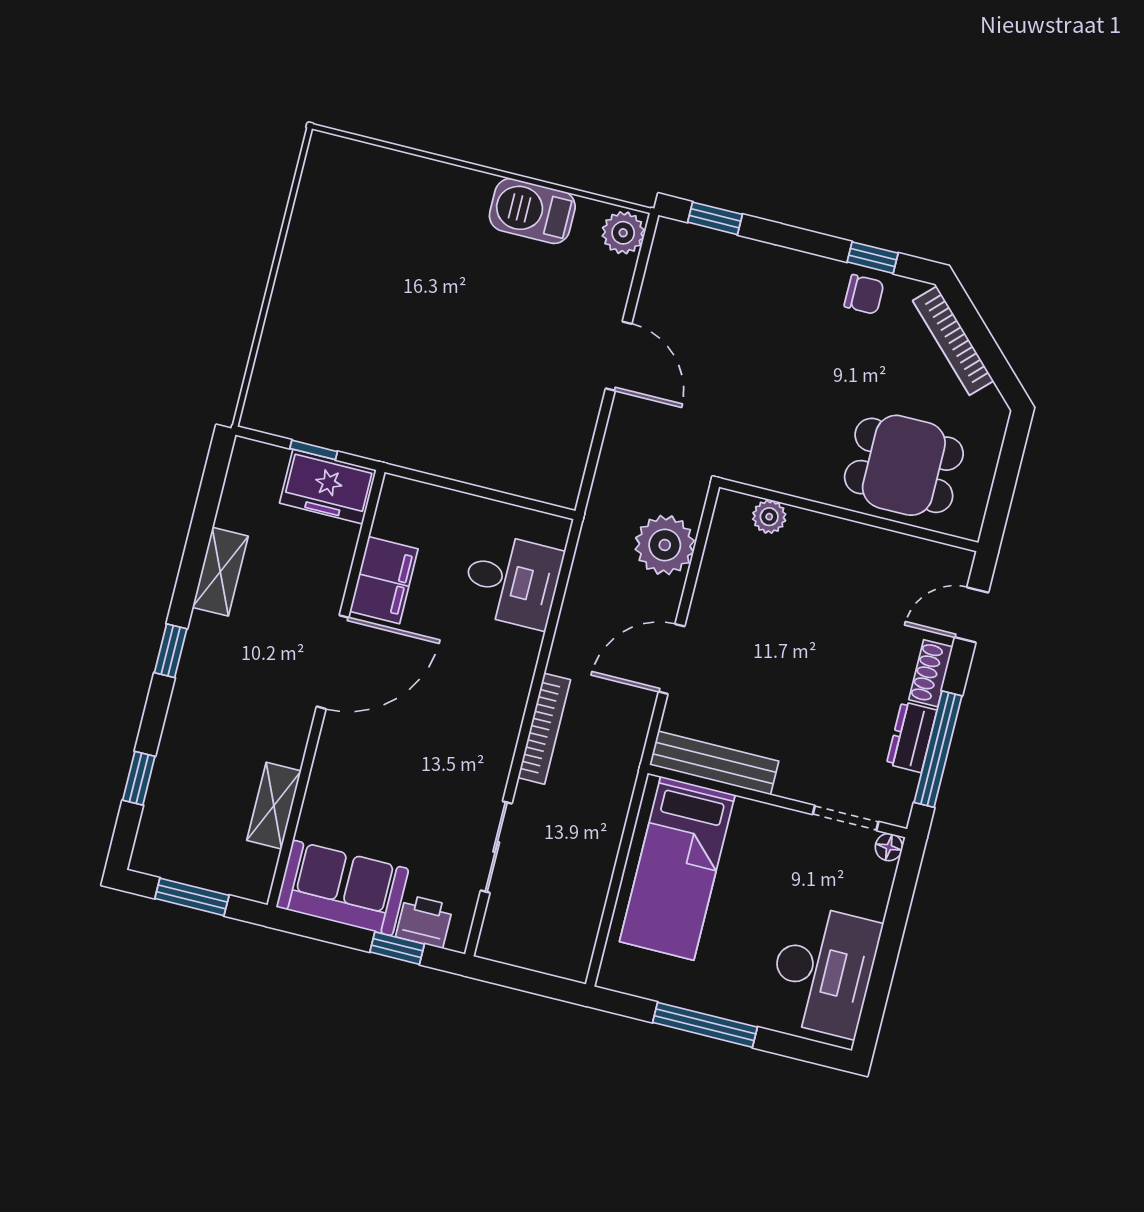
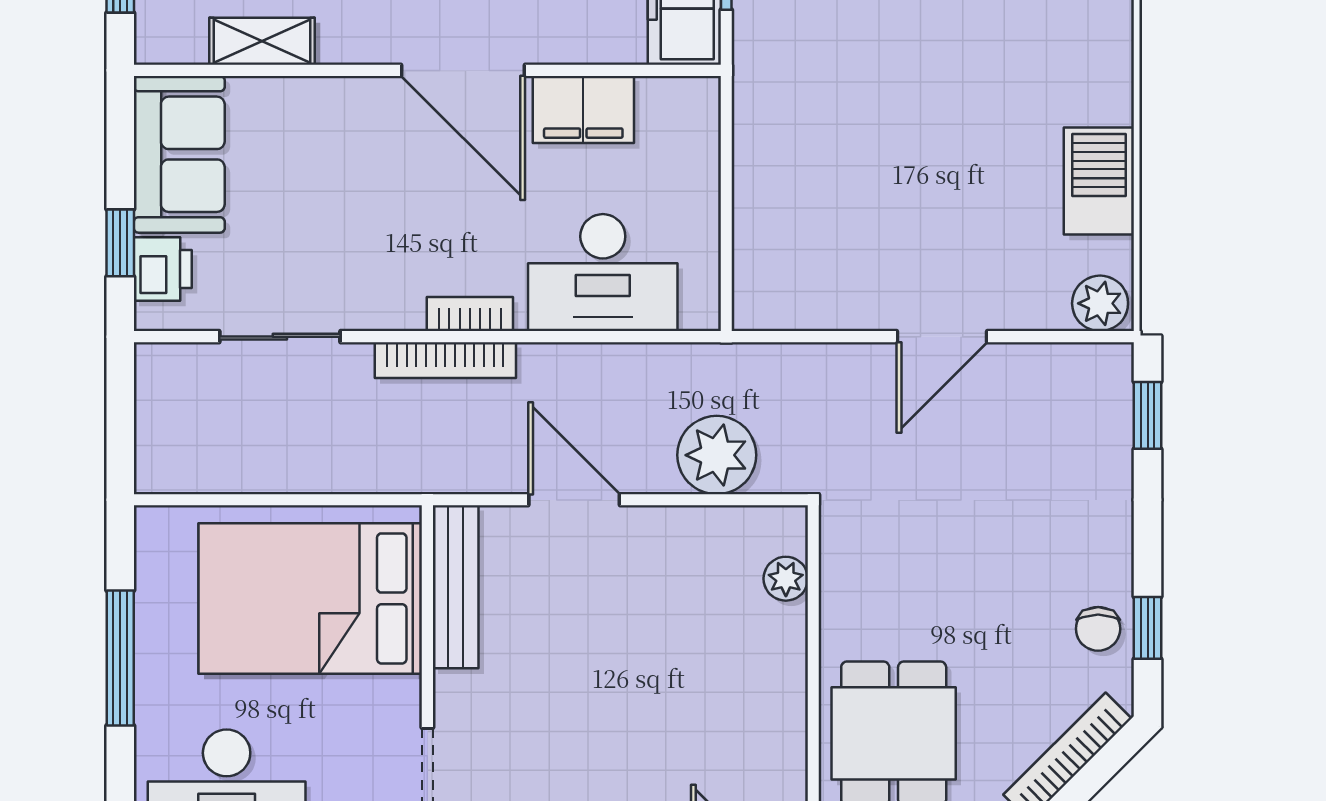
desk: (512, 581) -> (603, 273), width x1.37
bookcase: (515, 702) -> (470, 314), added
bed: (677, 868) -> (310, 598), width x1.50

